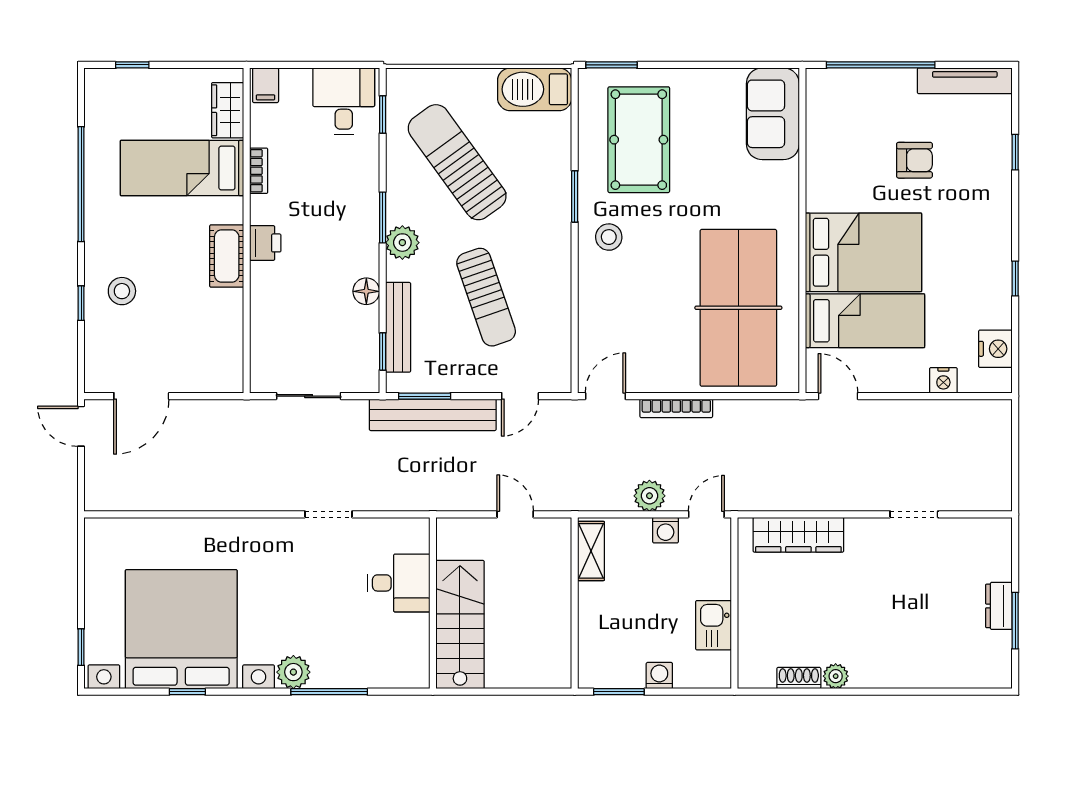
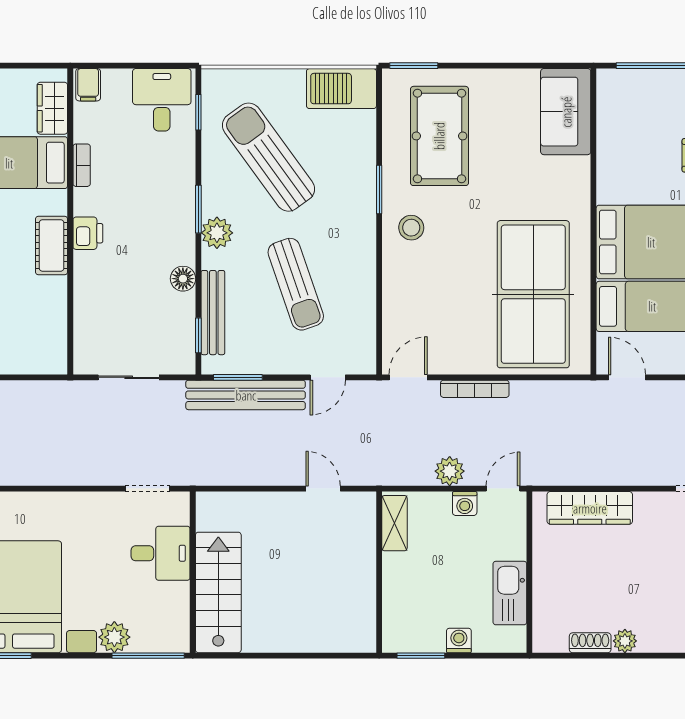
desk: (399, 583) -> (161, 553), moved
wall: (433, 603) -> (193, 572), moved
stairs: (460, 625) -> (218, 592), moved
kitchen sink: (714, 625) -> (510, 593), width x1.38

